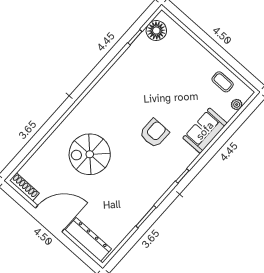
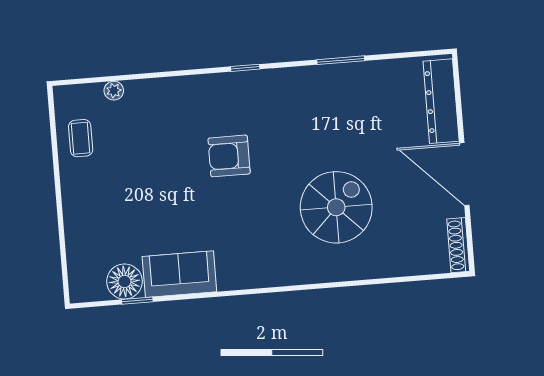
floor lamp: (156, 31) -> (124, 281), moved
plant: (237, 105) -> (114, 91), moved
sofa: (205, 131) -> (179, 274), moved, turned 180
spiral stairs: (90, 154) -> (336, 207), turned -90

